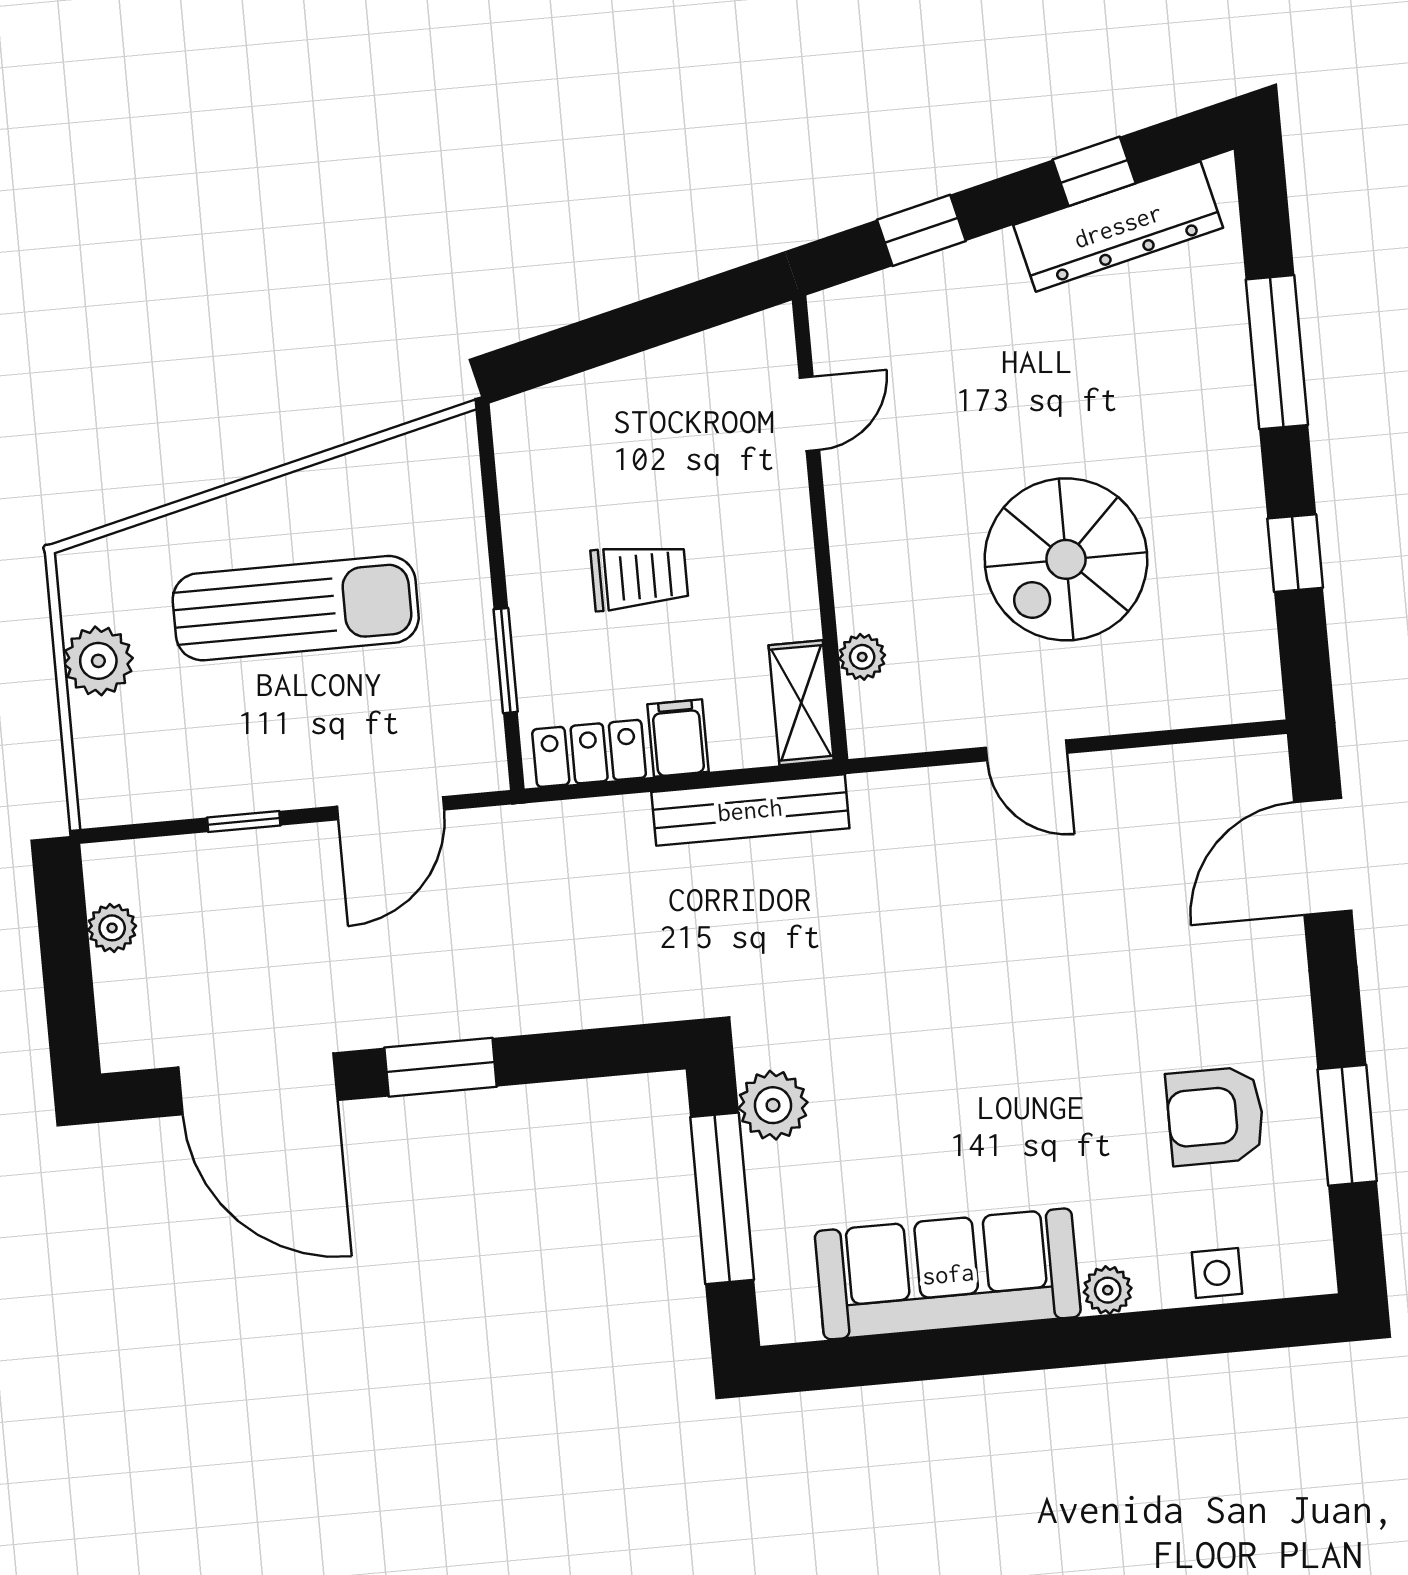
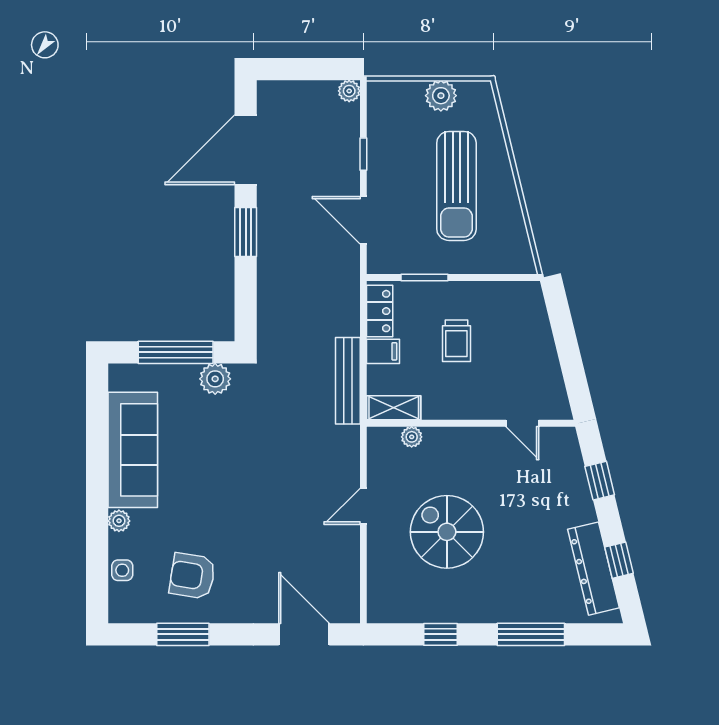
plant: (112, 928) -> (349, 91), moved
armchair: (1215, 1116) -> (192, 576), turned -81

